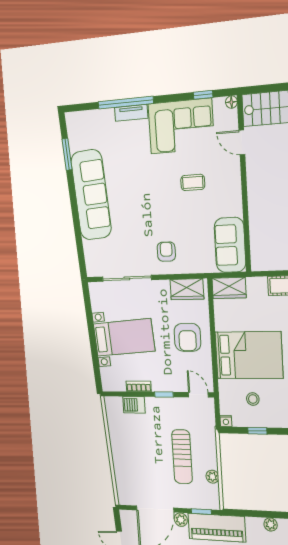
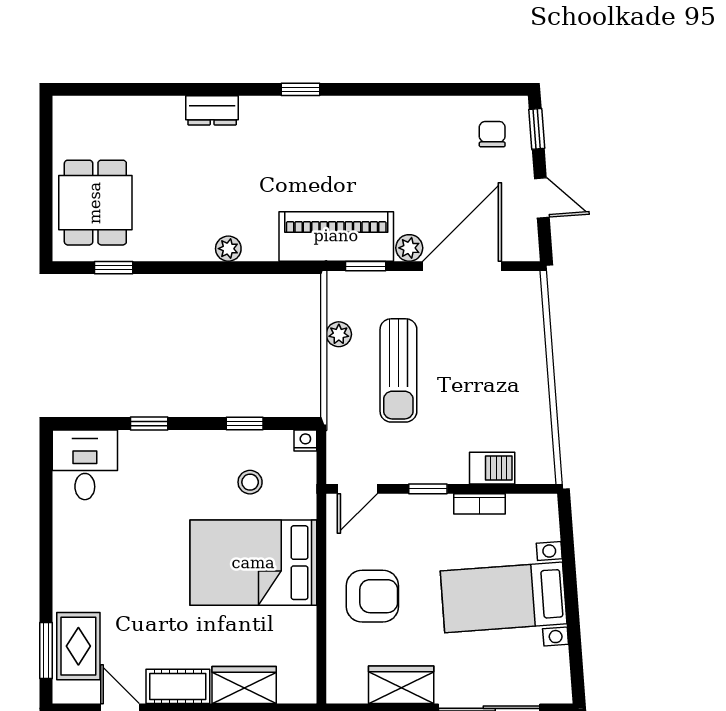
wardrobe: (229, 288) -> (244, 685), moved
wardrobe: (187, 289) -> (401, 685), moved
armchair: (187, 337) -> (372, 596), turned 90
door: (198, 395) -> (357, 489), hinge flipped
sun lounger: (182, 457) -> (398, 370), turned 180

